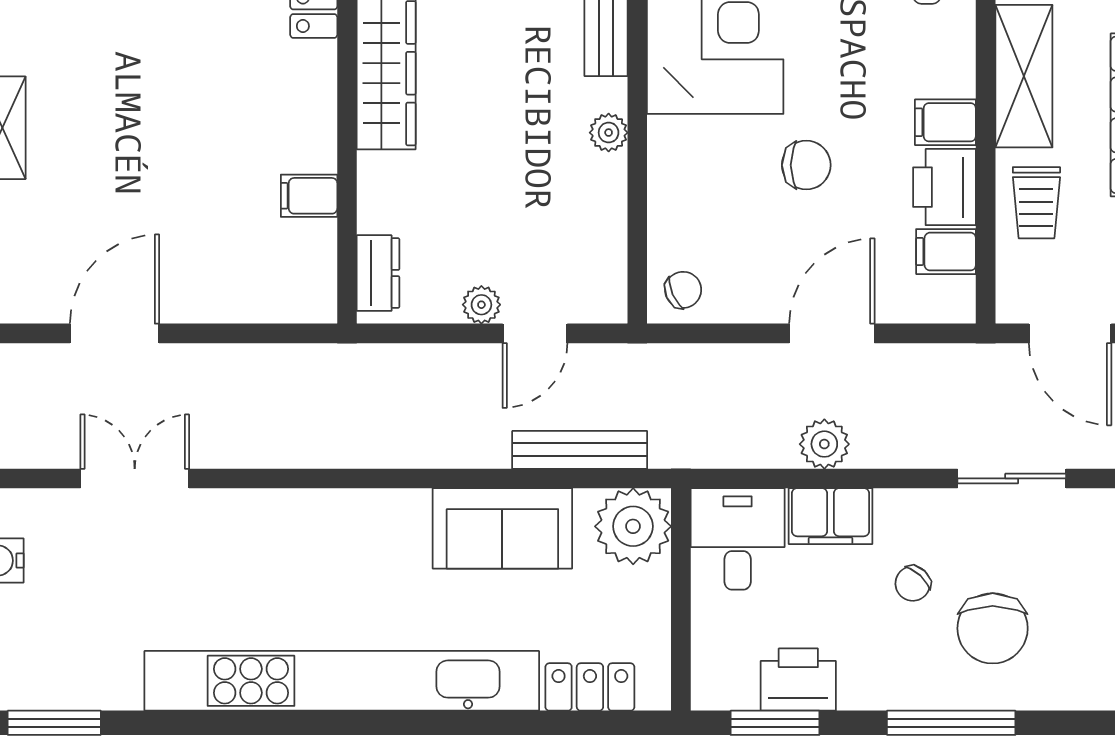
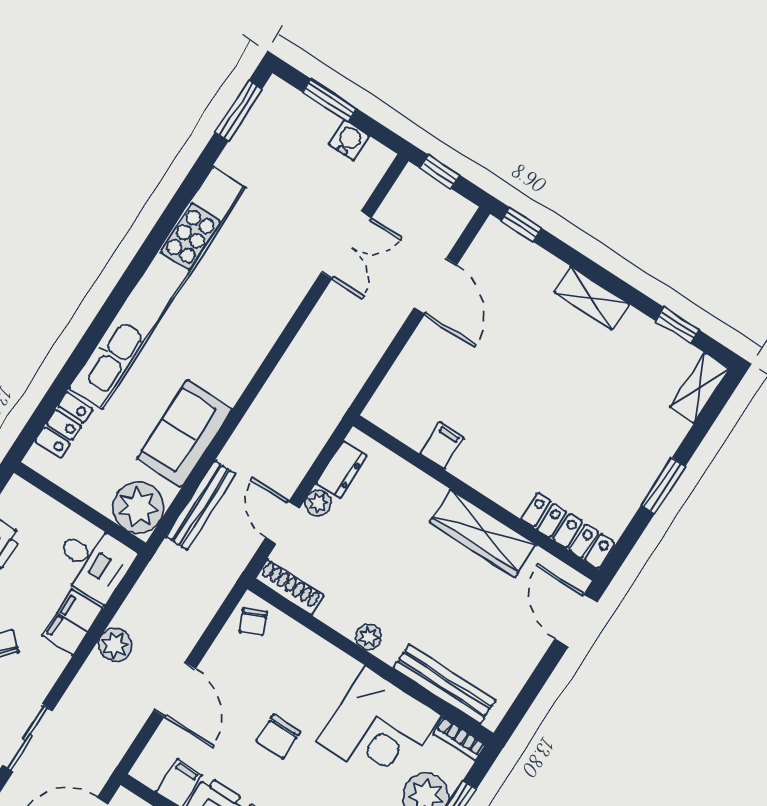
dresser: (378, 273) -> (341, 470), moved, turned -90
shoe rack: (610, 273) -> (289, 587), added

